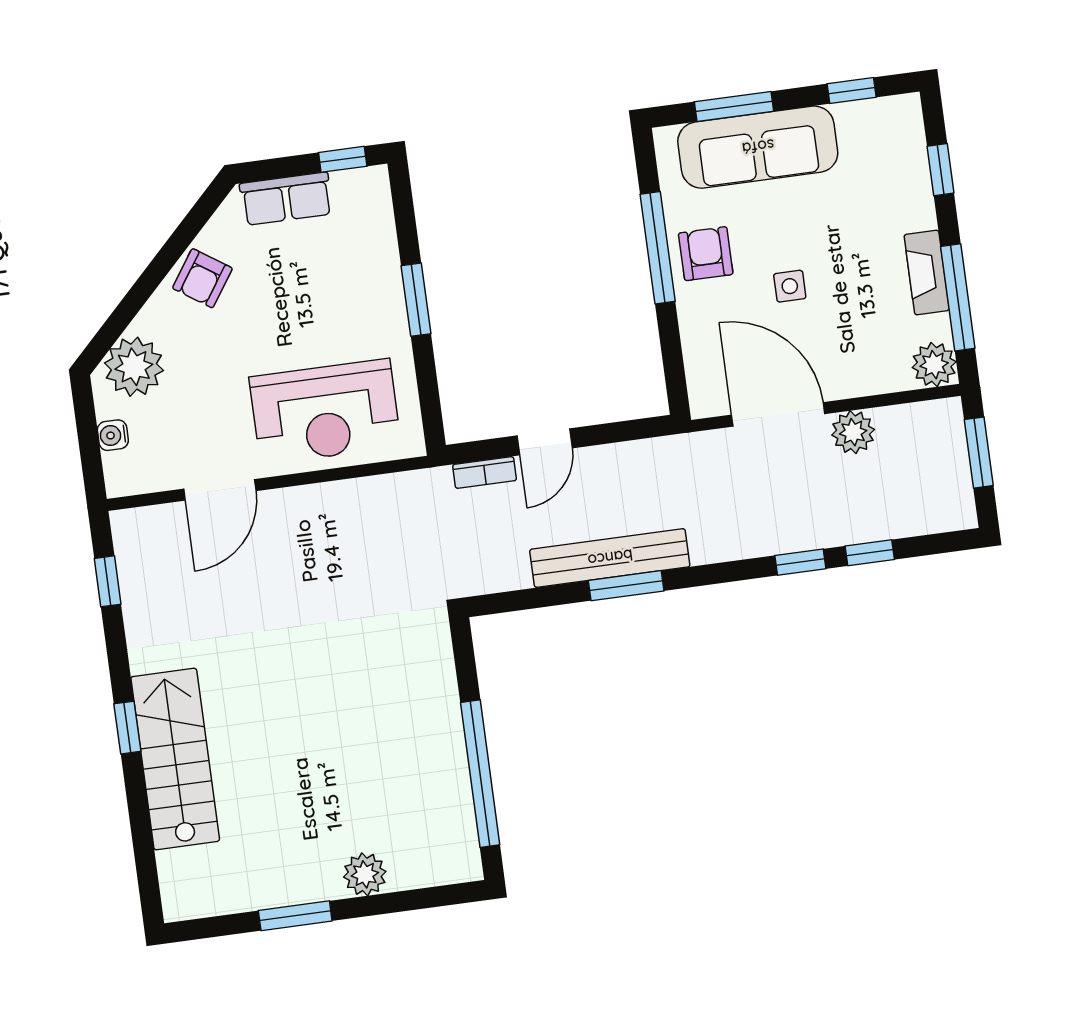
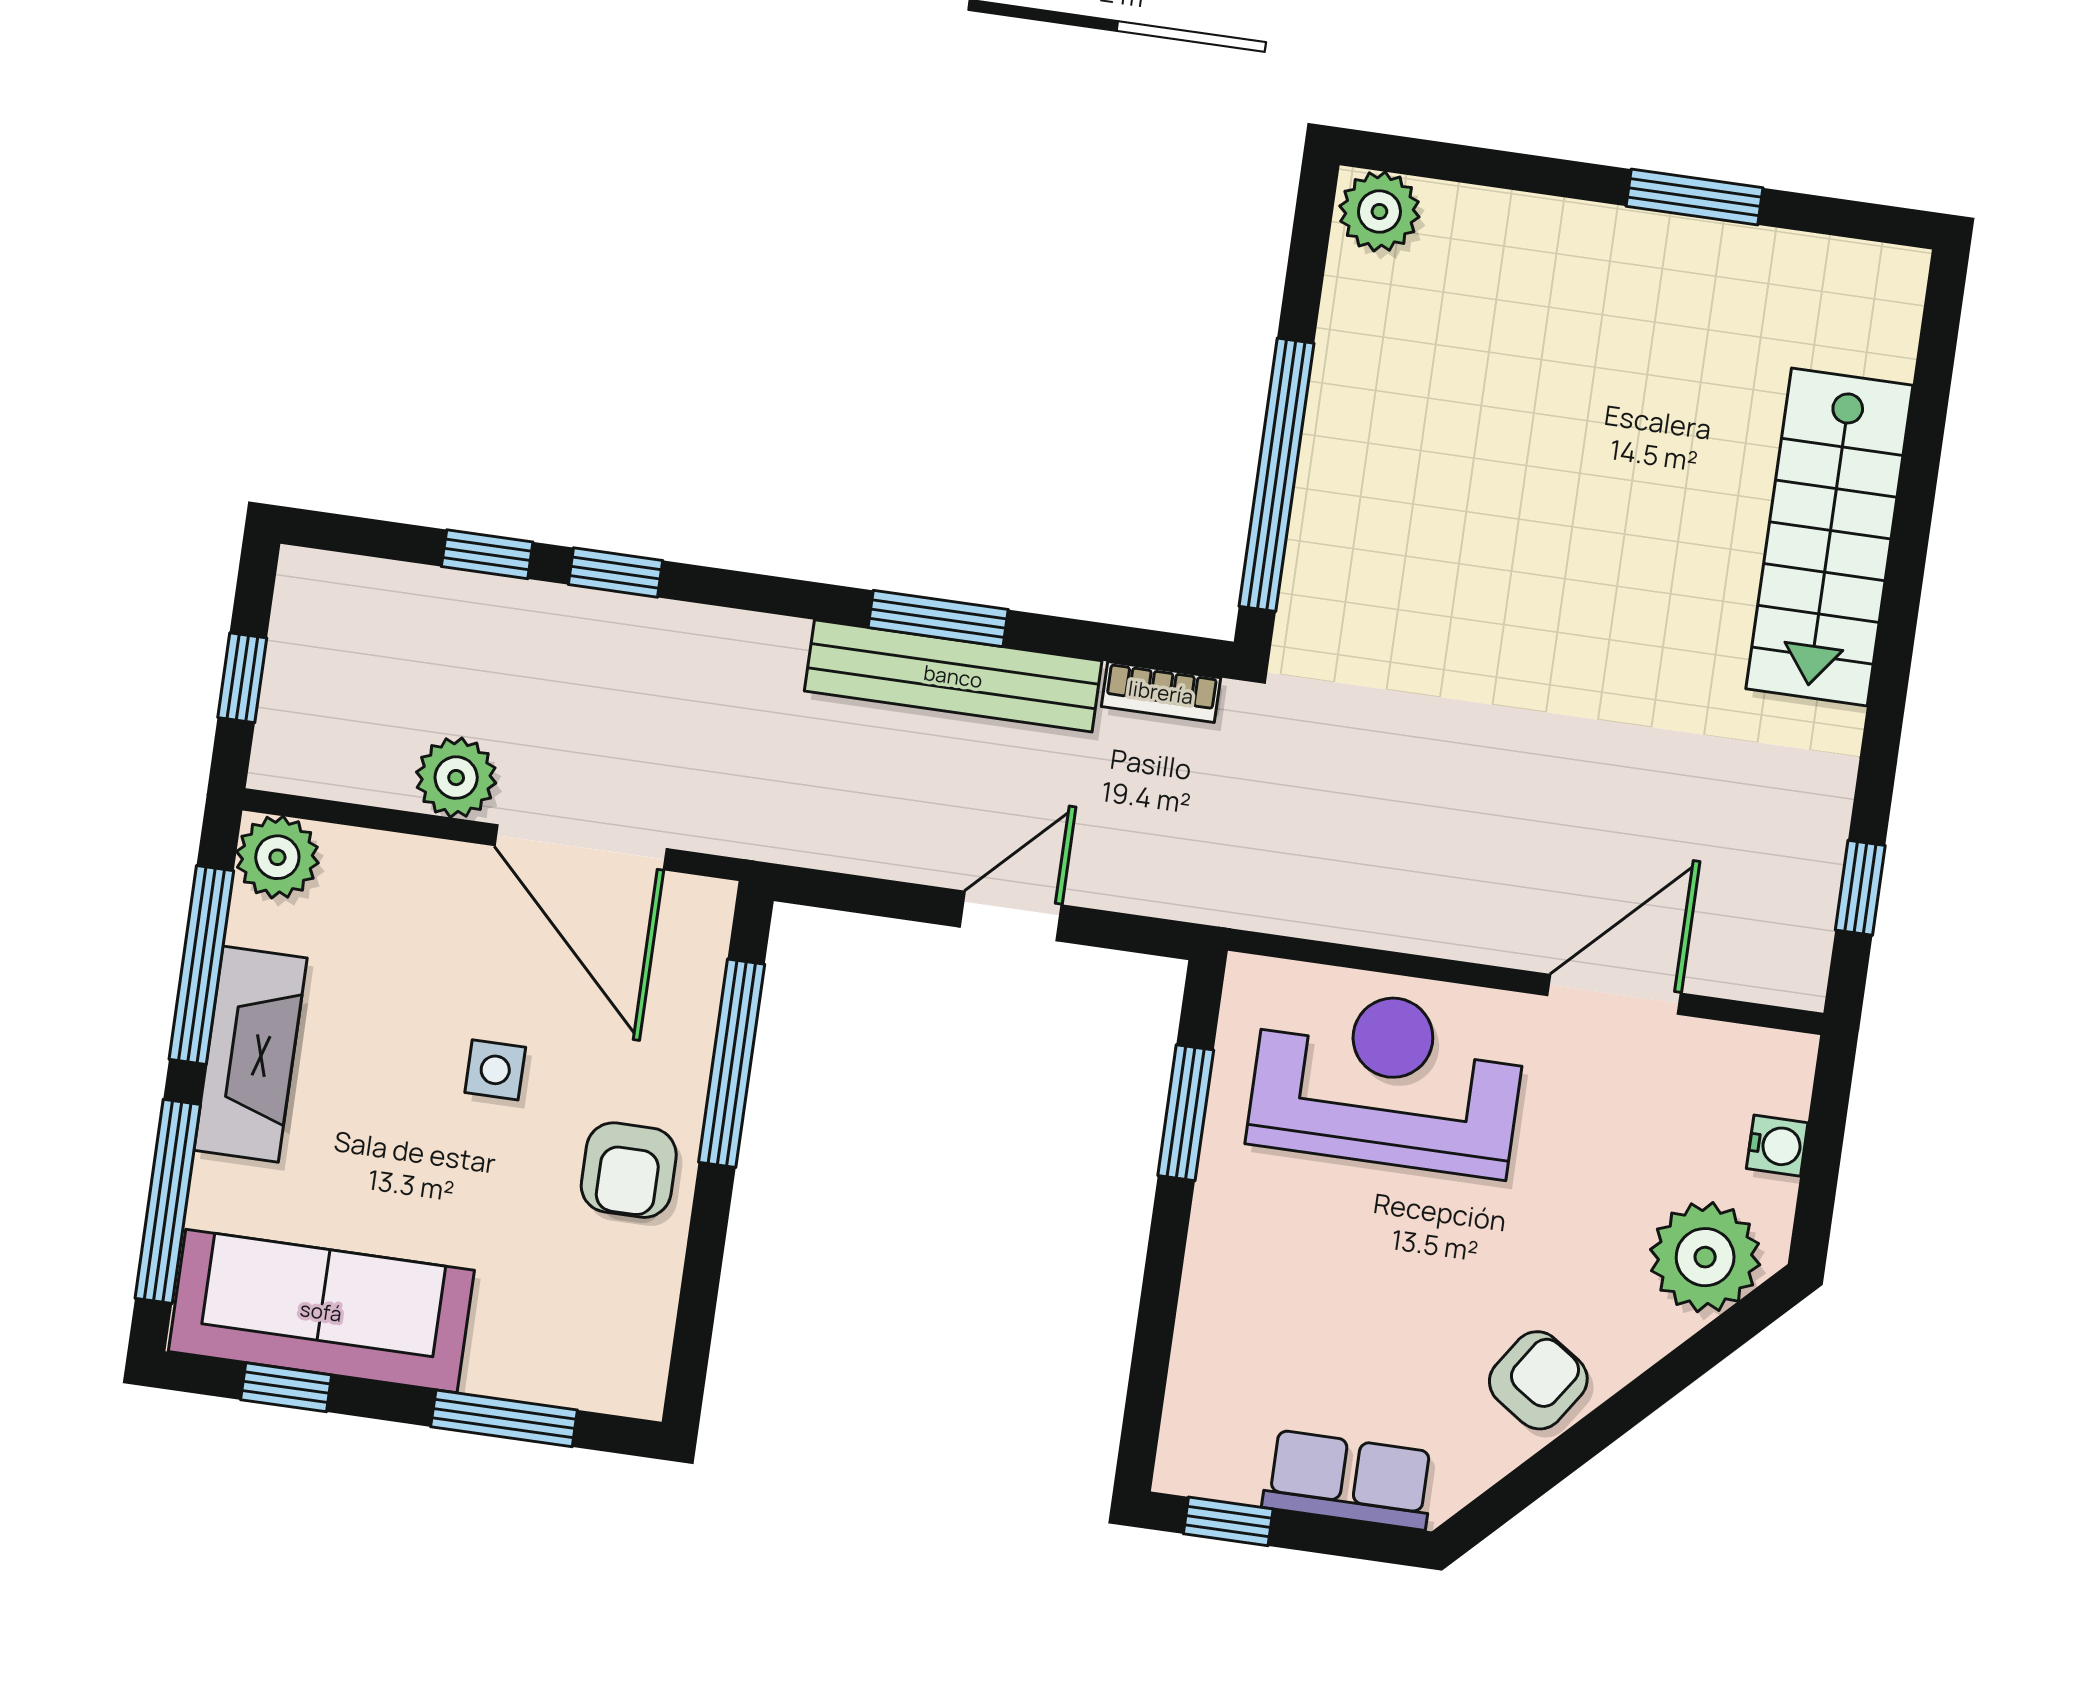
sofa: (758, 147) -> (321, 1311), moved
window: (941, 170) -> (168, 1201), width x2.17
window: (658, 248) -> (732, 1063), moved
fireplace: (927, 272) -> (251, 1054), width x1.37, depth x1.32
window: (416, 300) -> (1186, 1113), moved
window: (979, 453) -> (242, 678), width x0.67
bookcase: (484, 473) -> (1161, 692), moved, turned 180
window: (127, 728) -> (1899, 617), removed
window: (480, 774) -> (1276, 475), moved
plant: (365, 874) -> (1379, 211), moved

